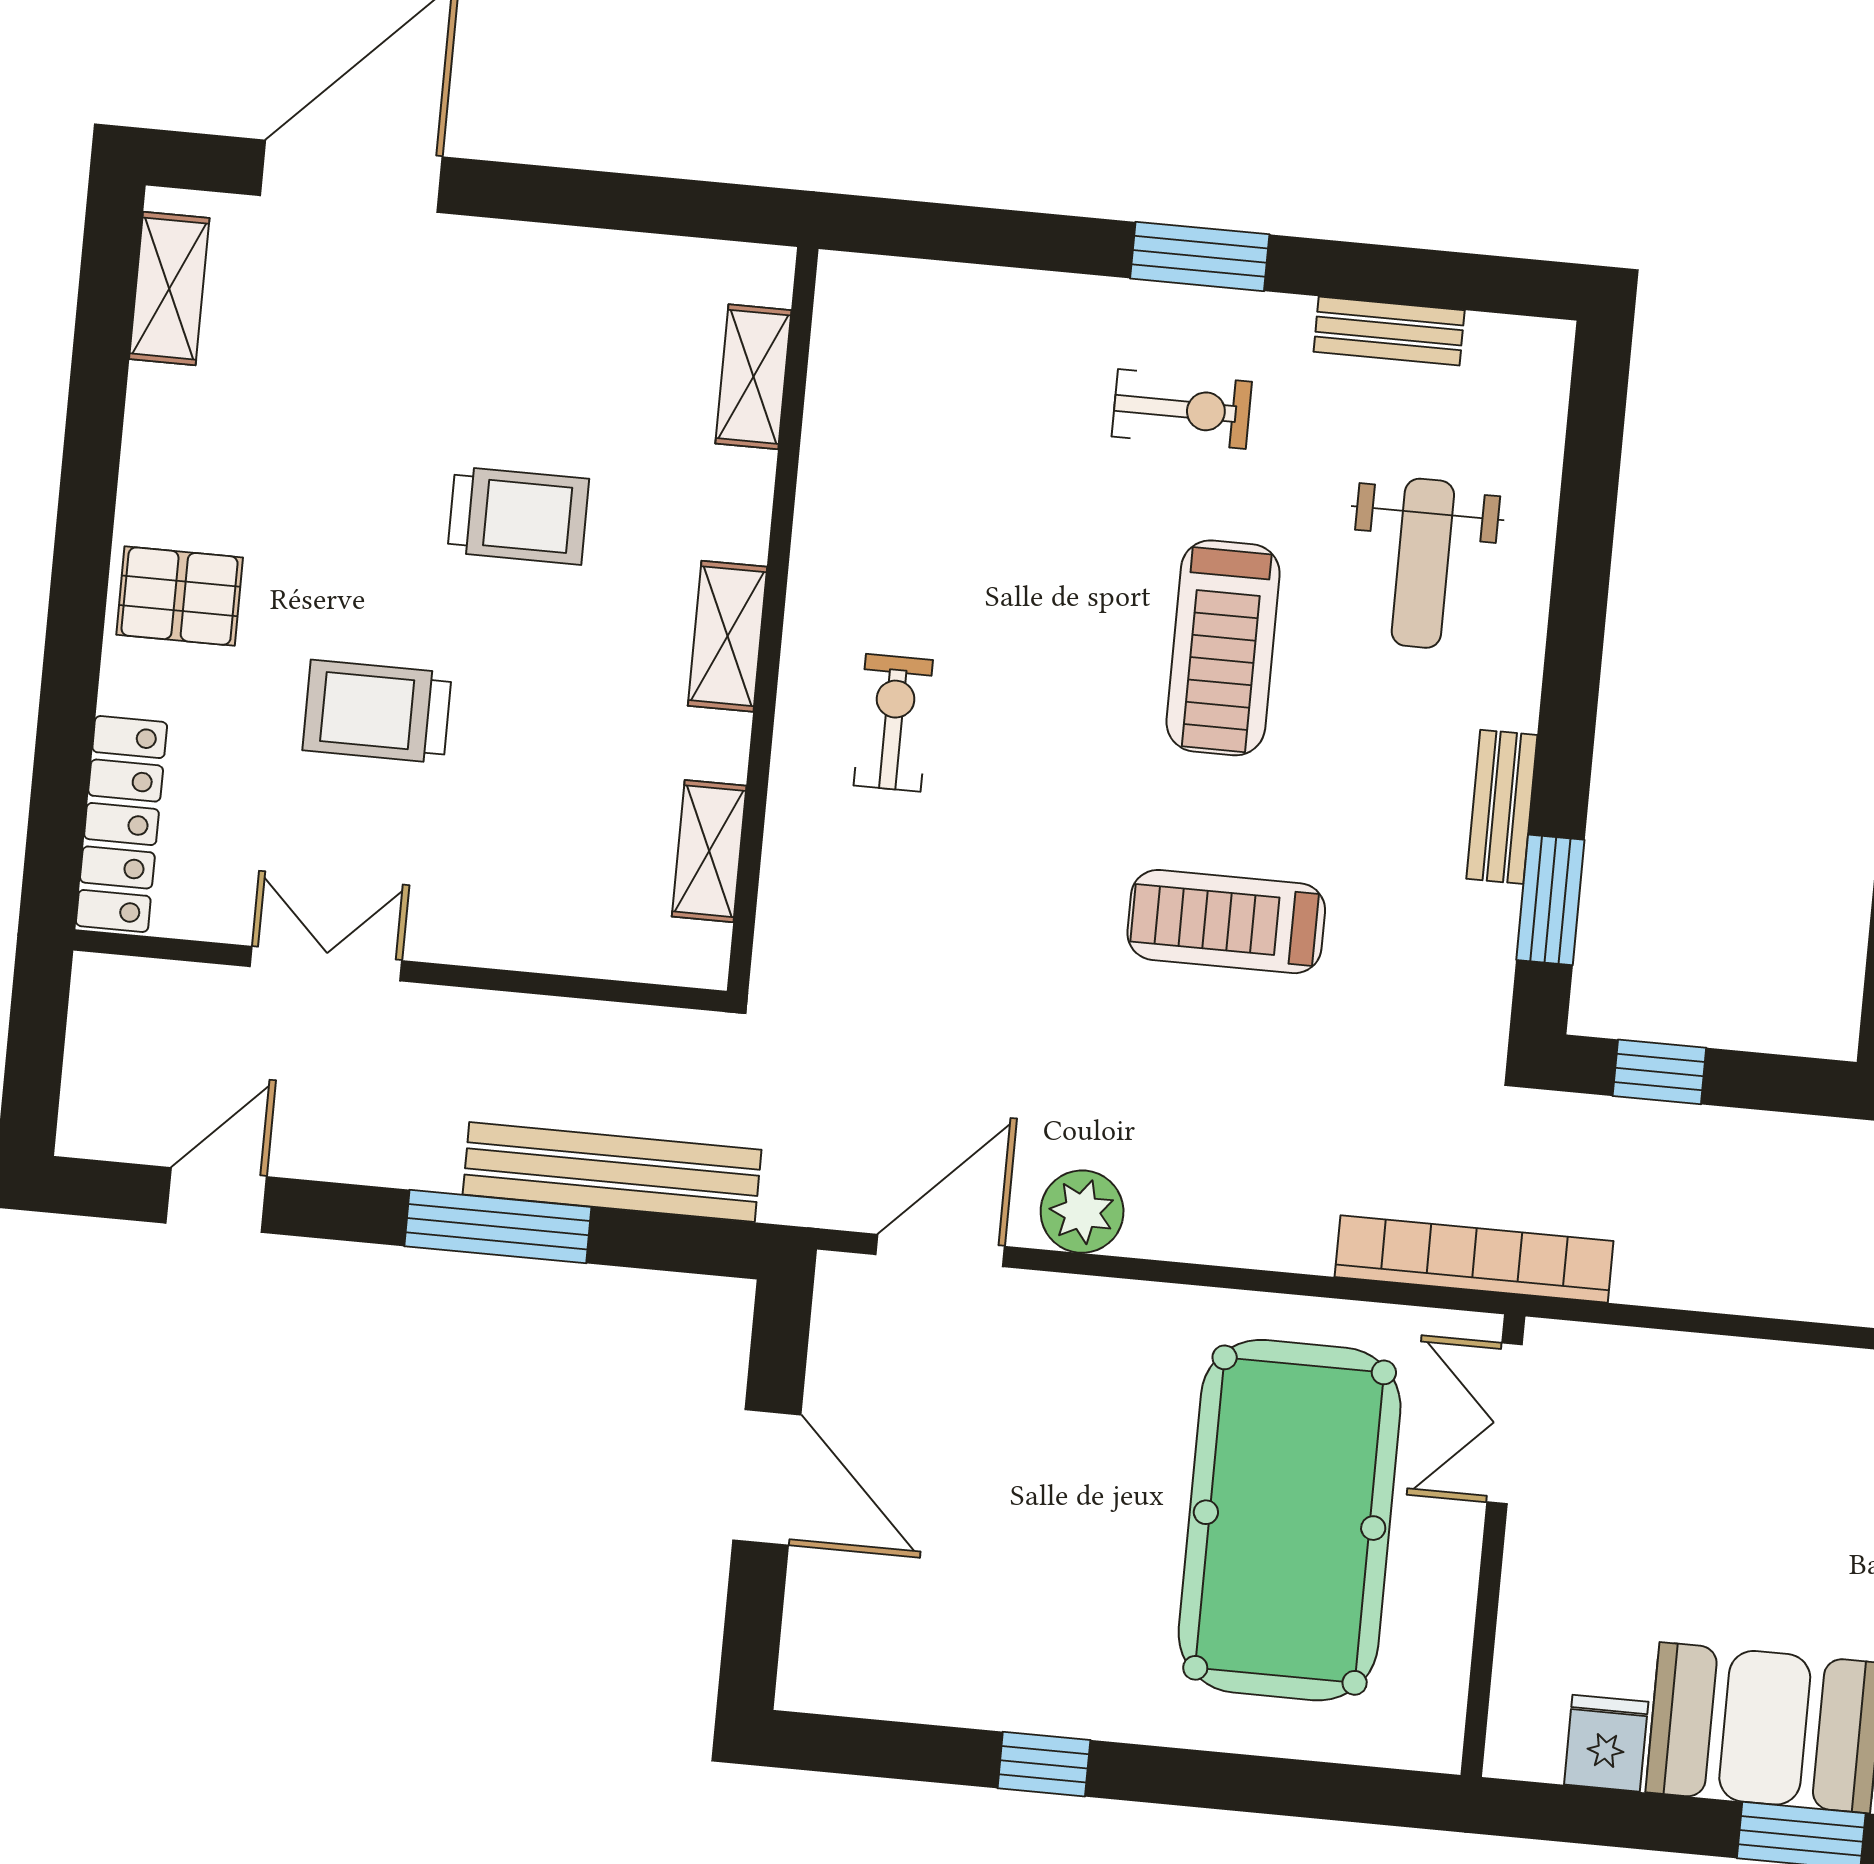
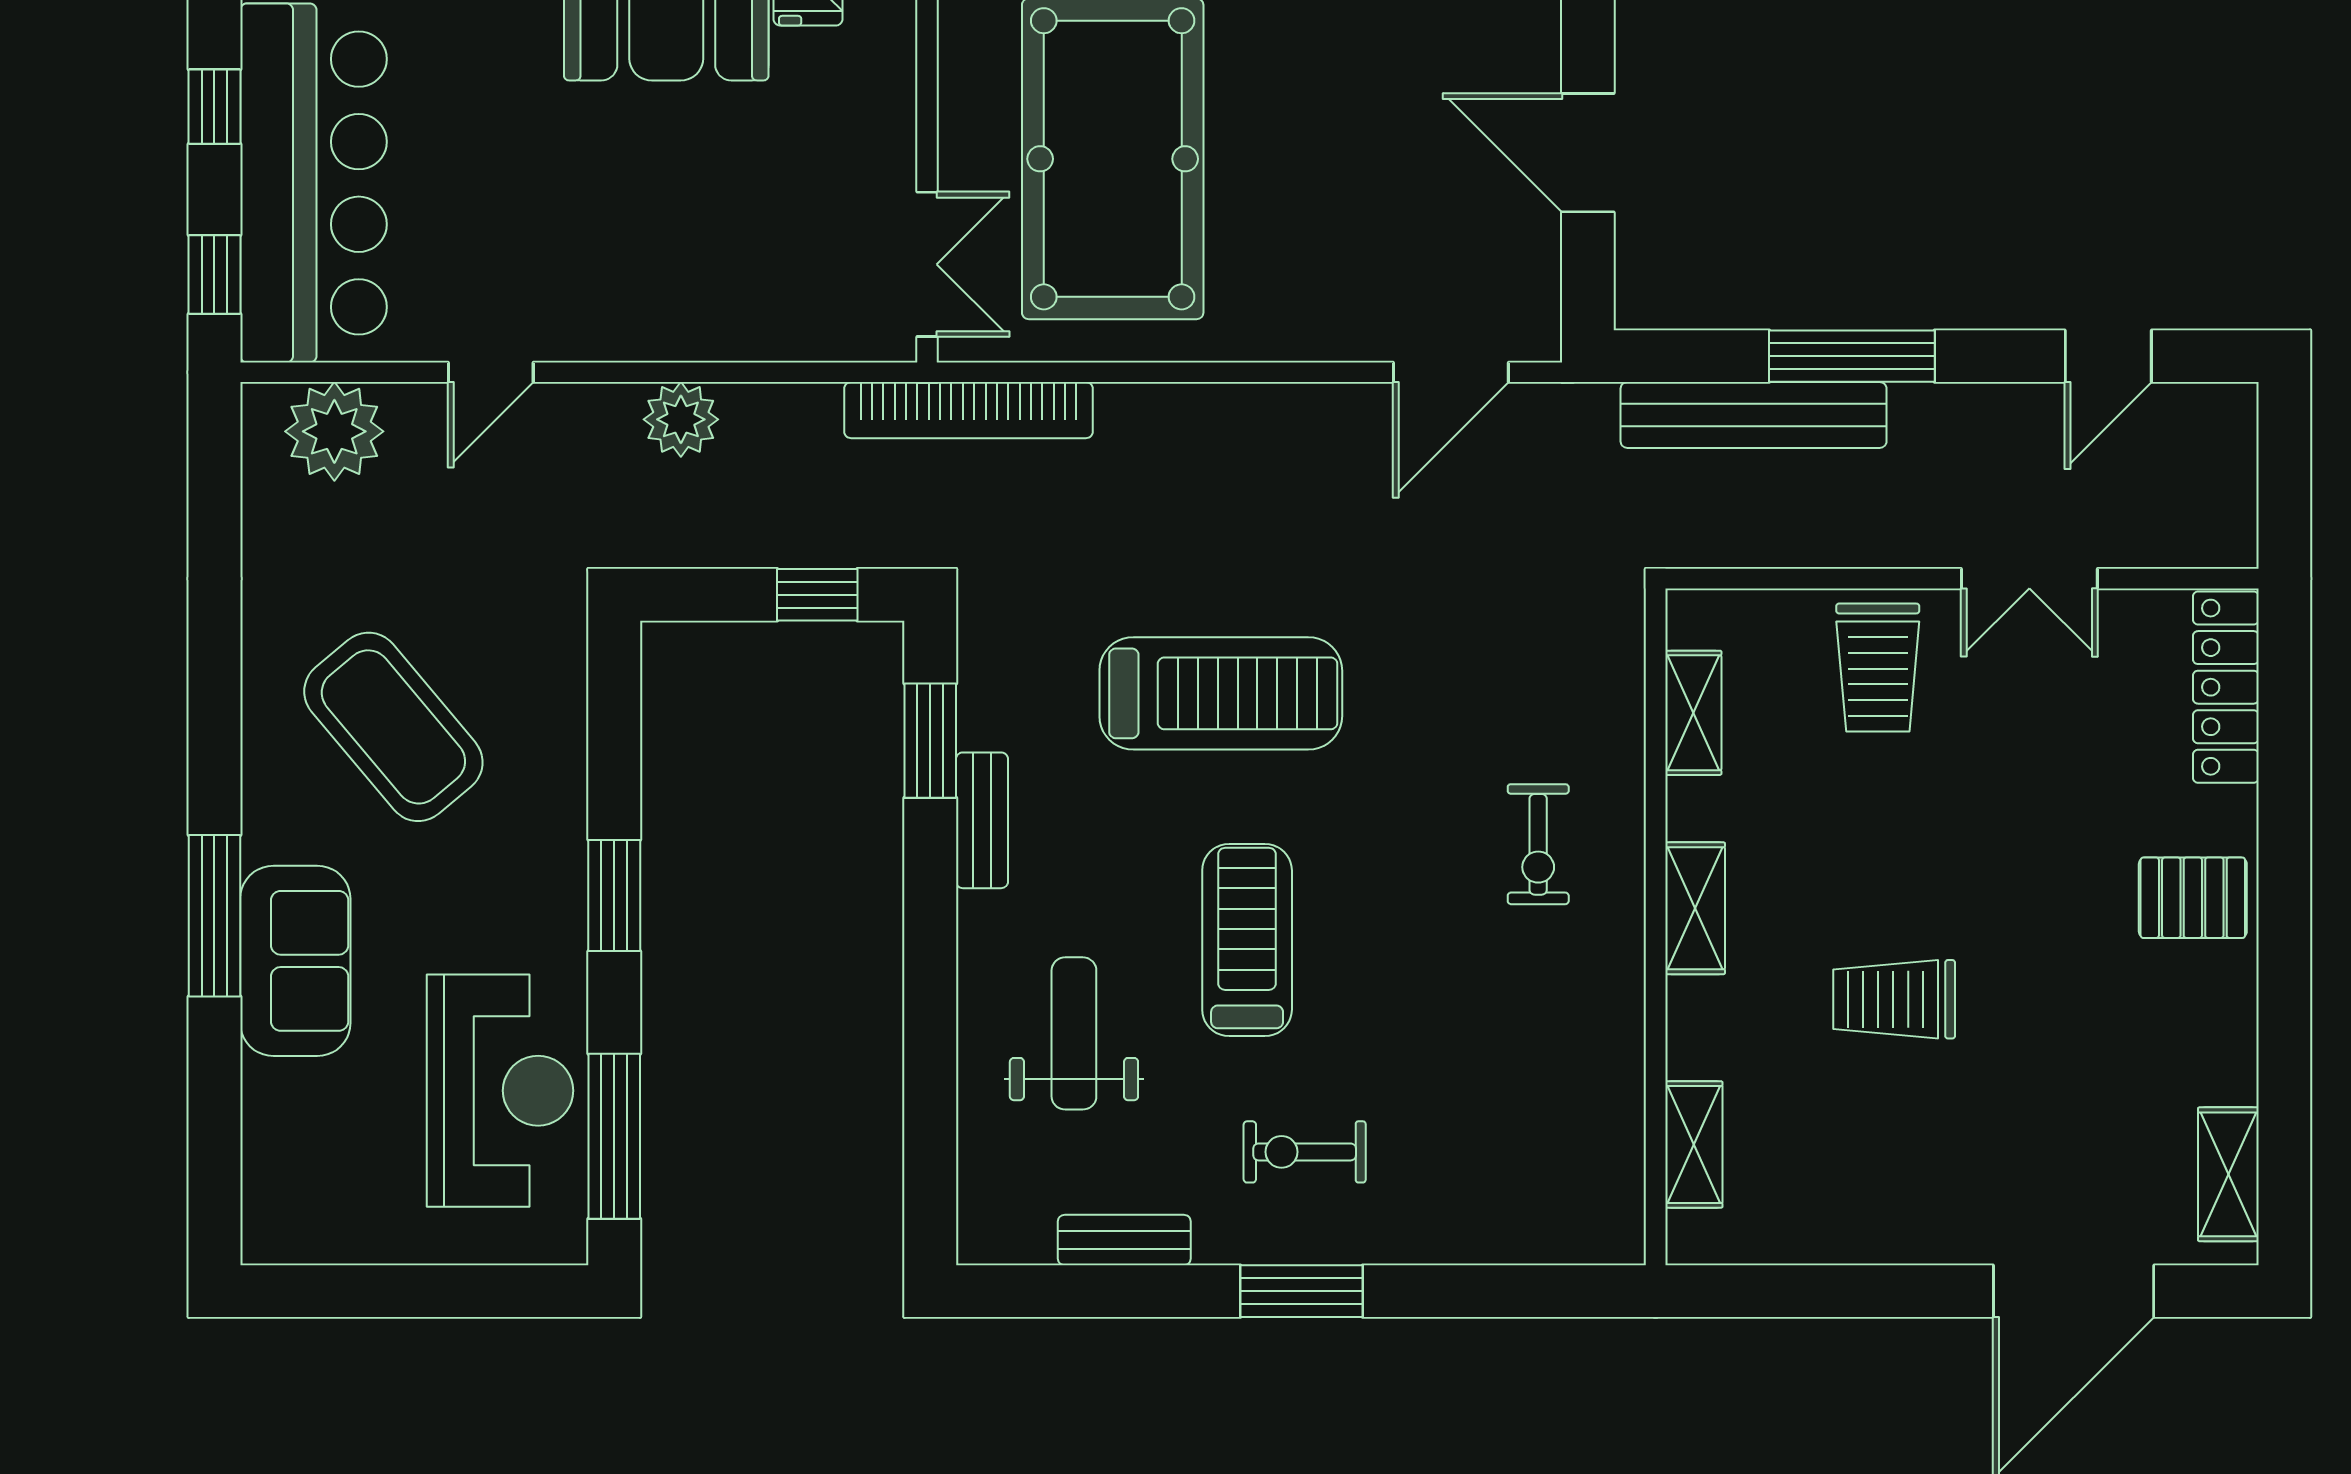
trolley: (377, 712) -> (1878, 667), moved, turned 90
treadmill: (1226, 922) -> (1221, 693), width x1.37, depth x1.38
plant: (1082, 1212) -> (681, 419), moved

